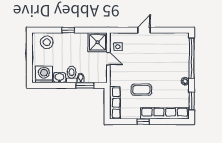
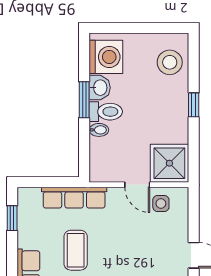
door: (108, 59) -> (137, 185), hinge flipped
window: (85, 85) -> (84, 100), moved
row of seats: (115, 103) -> (74, 198), moved
window: (143, 122) -> (12, 218), moved

